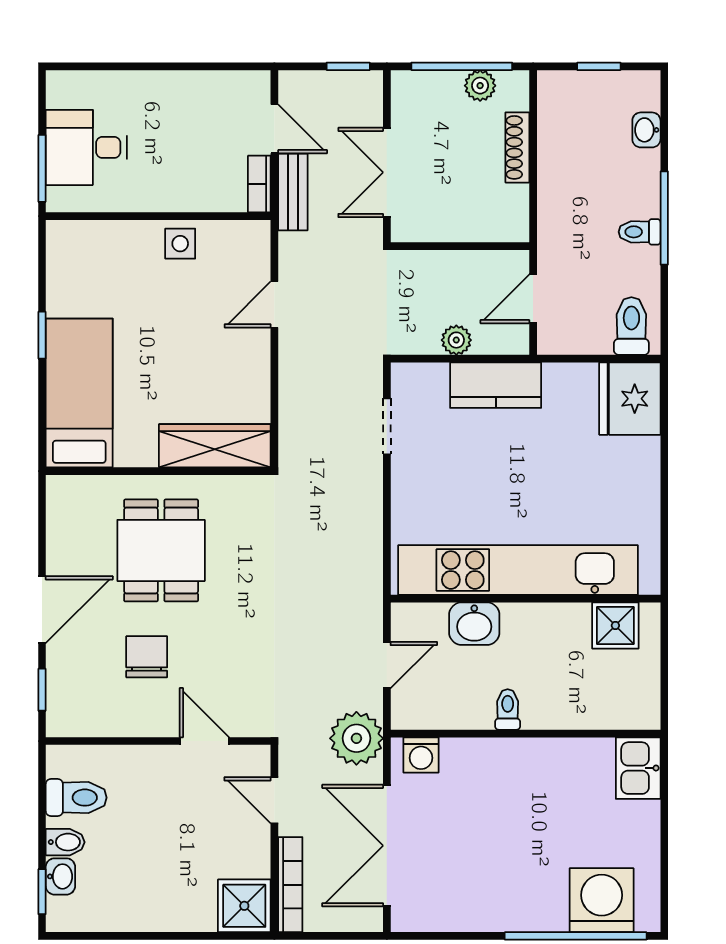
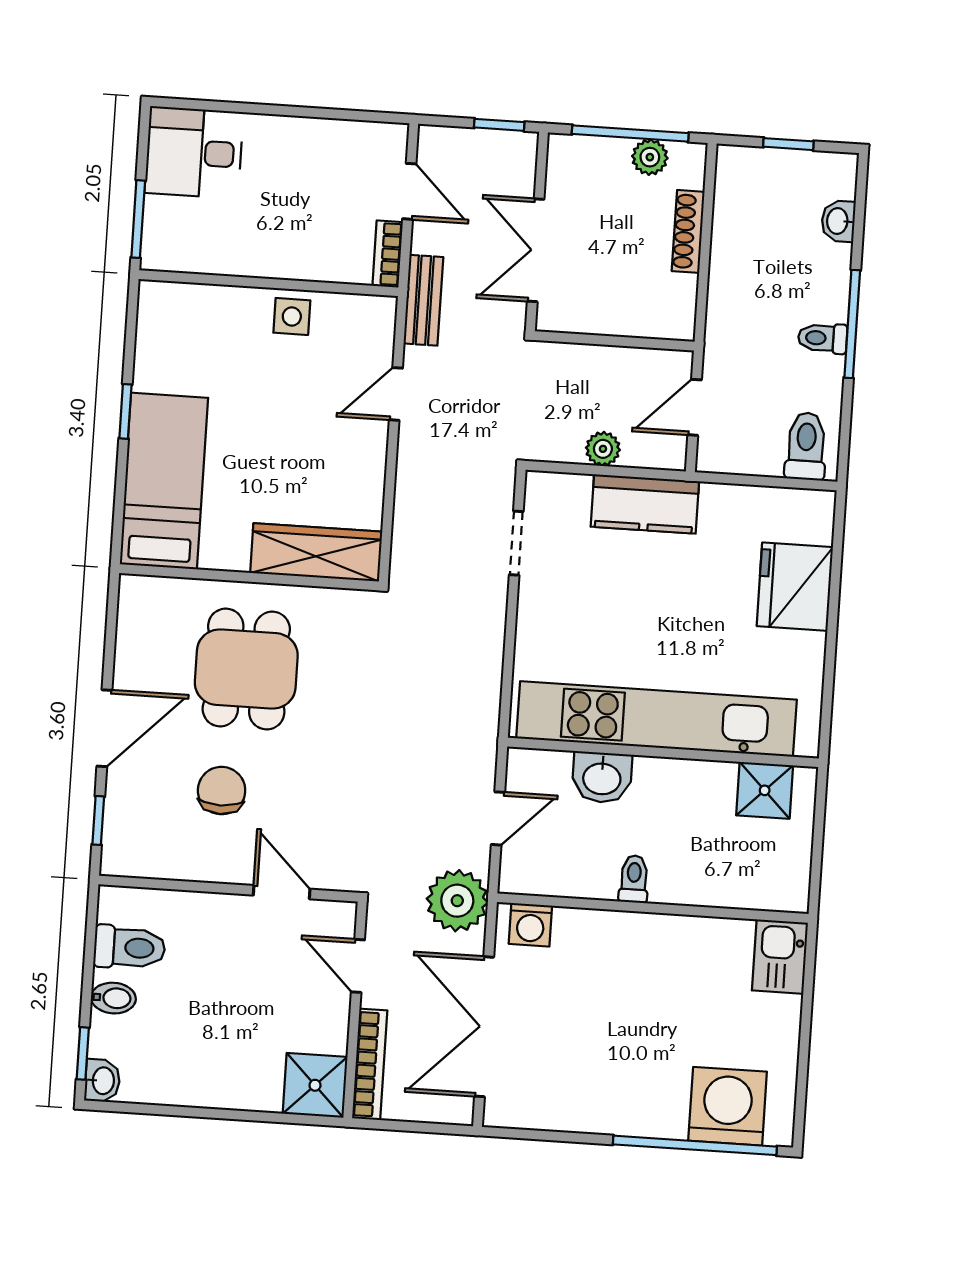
desk: (86, 147) -> (194, 152), moved
bench: (293, 192) -> (423, 300), moved
fridge: (630, 399) -> (795, 587), moved
washbasin: (60, 876) -> (102, 1081), moved

